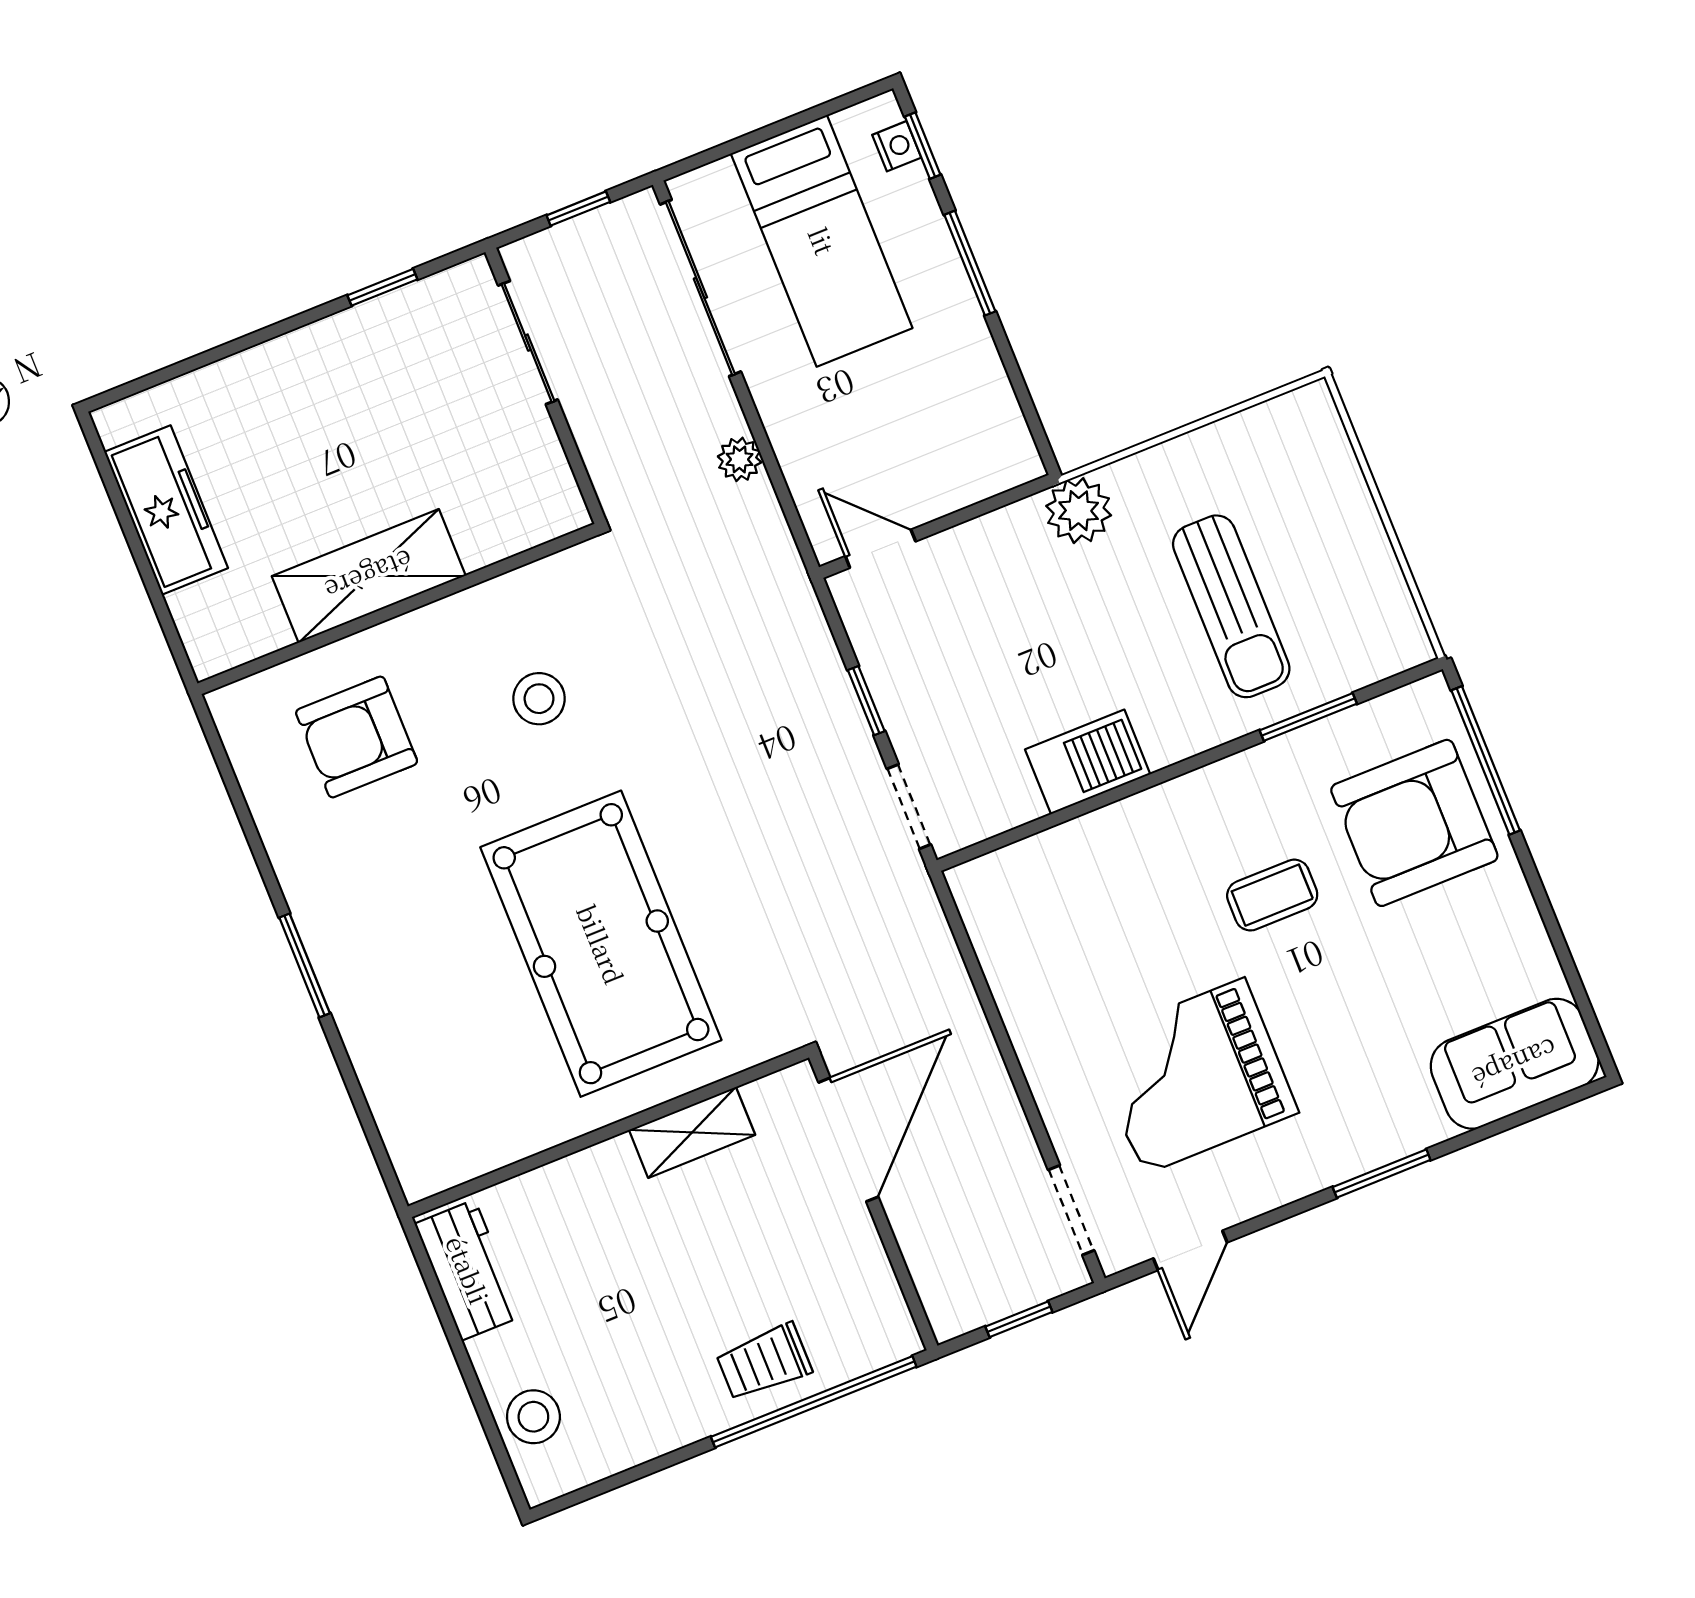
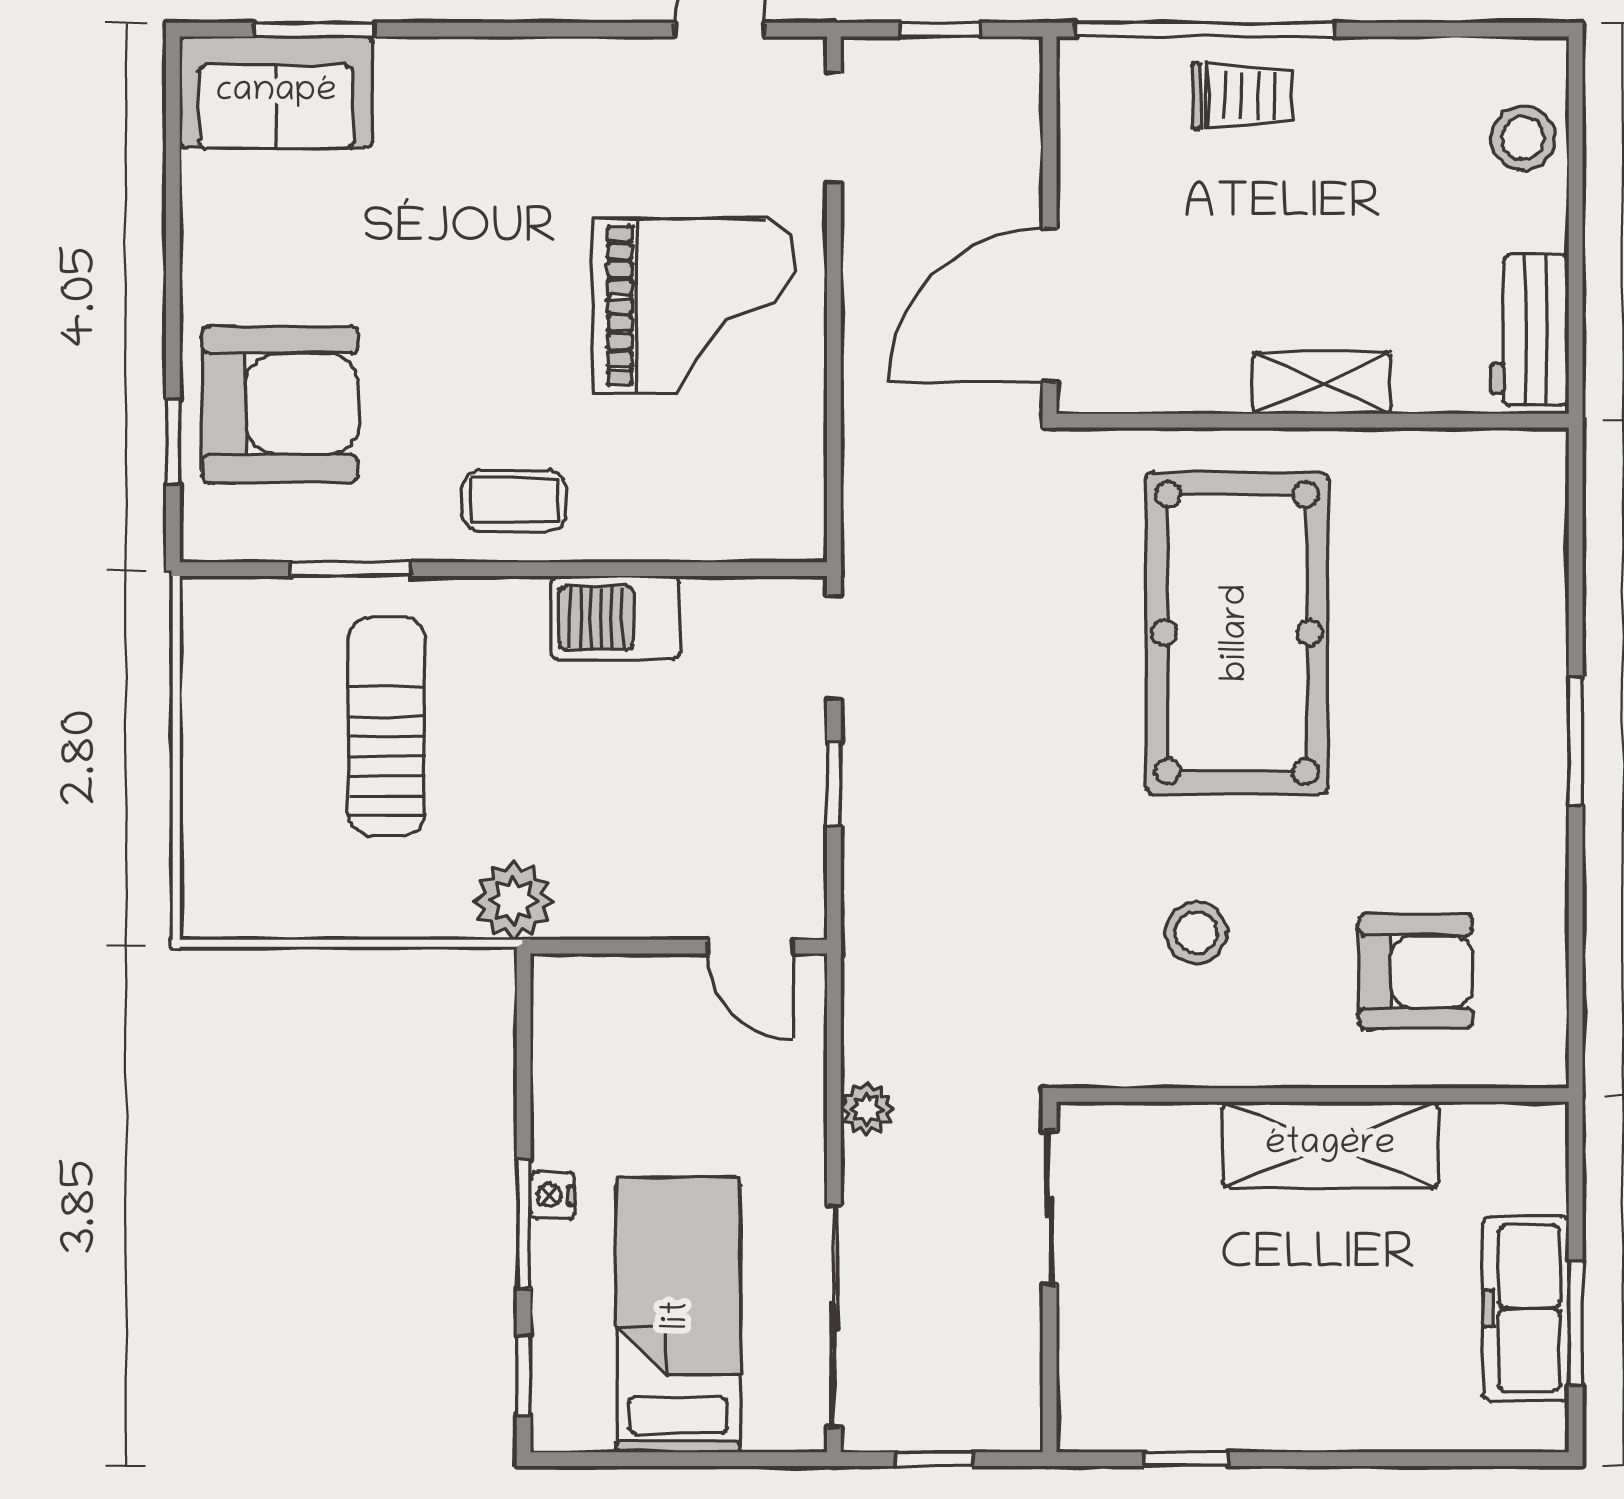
nightstand: (897, 146) -> (553, 1195), moved
sliding door: (528, 343) -> (1050, 1207), moved
window: (123, 514) -> (1576, 1323), added
window: (1486, 760) -> (173, 442), width x0.46
coffee table: (1272, 895) -> (514, 500), moved
grand piano: (1194, 1076) -> (693, 306), moved
shelving: (692, 1132) -> (1322, 383), moved
window: (1382, 1174) -> (314, 30), moved

